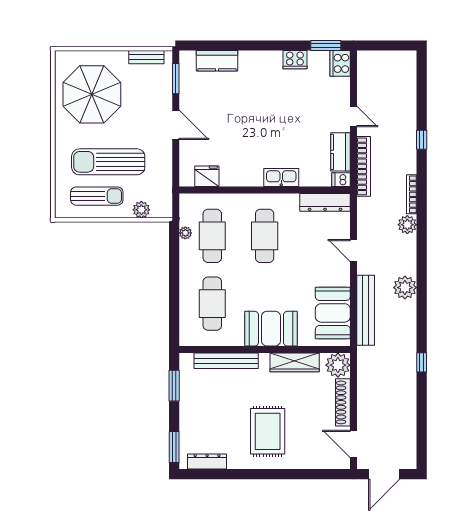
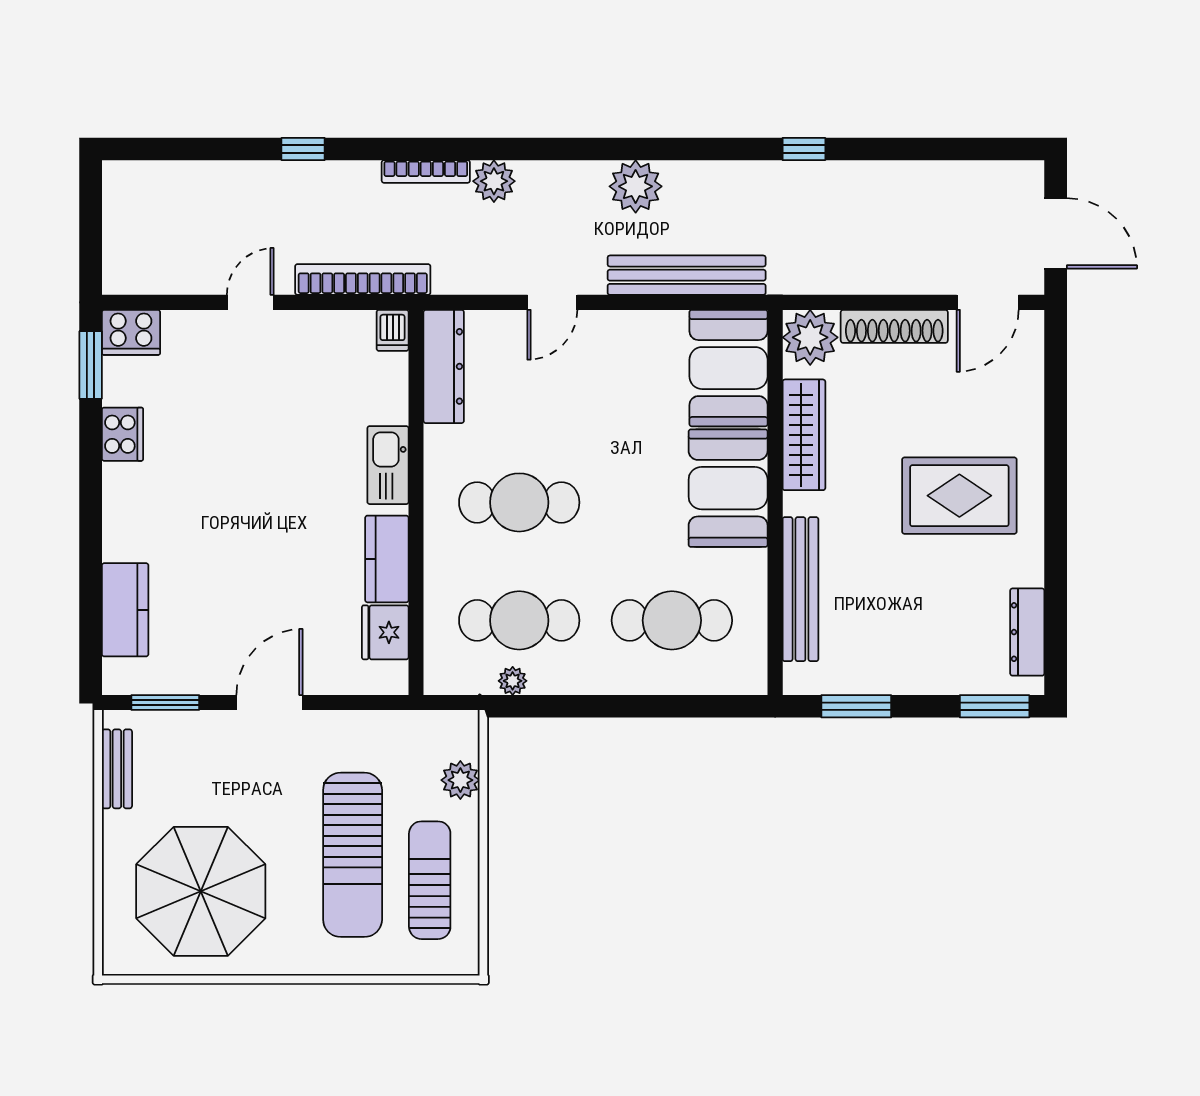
kitchen counter: (341, 152) -> (387, 559), moved, turned 90
booth: (333, 313) -> (728, 368), moved, turned 90

